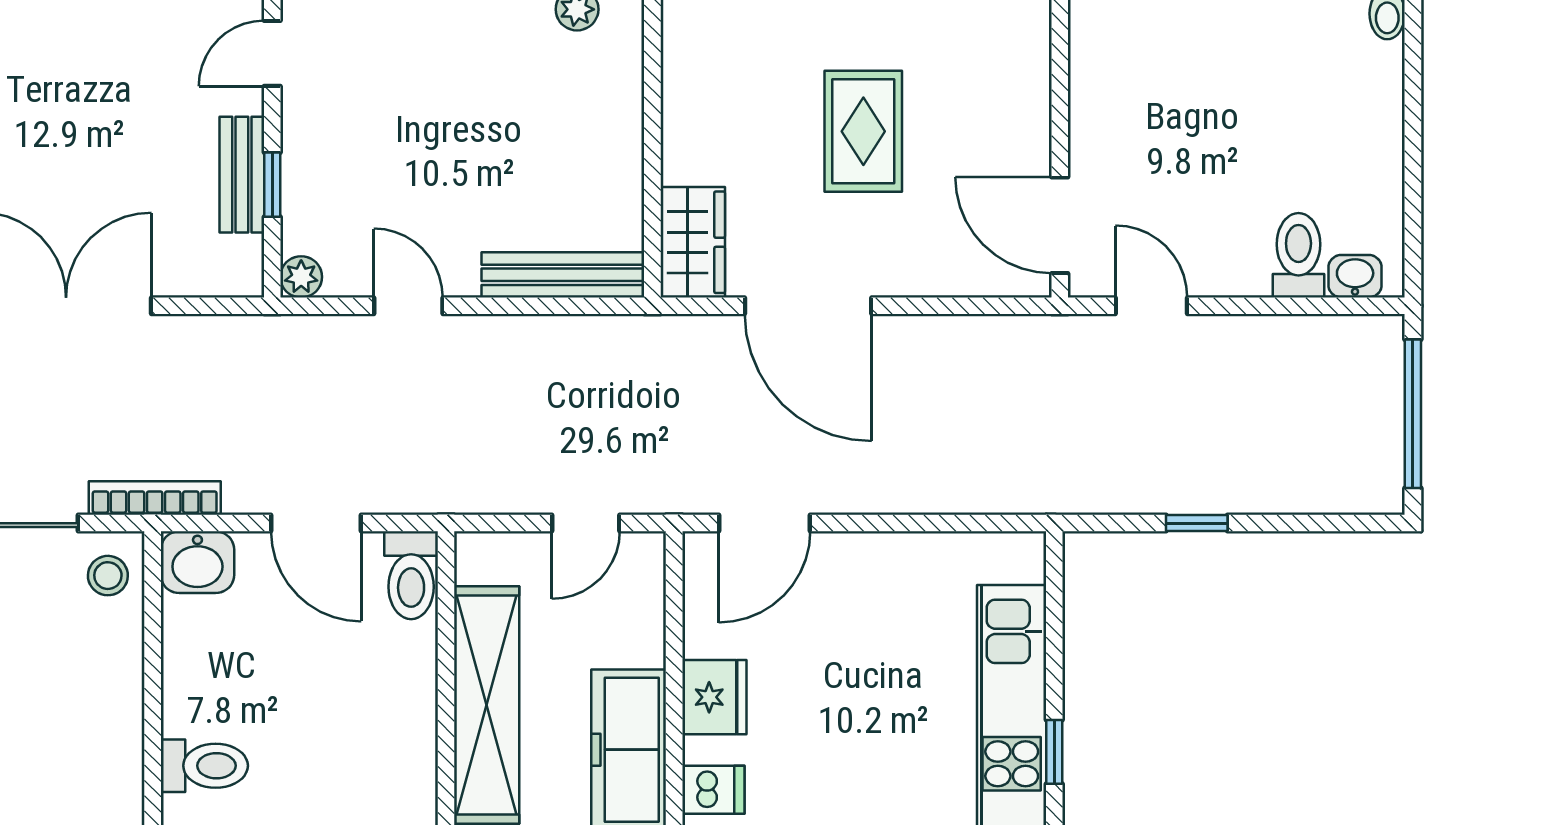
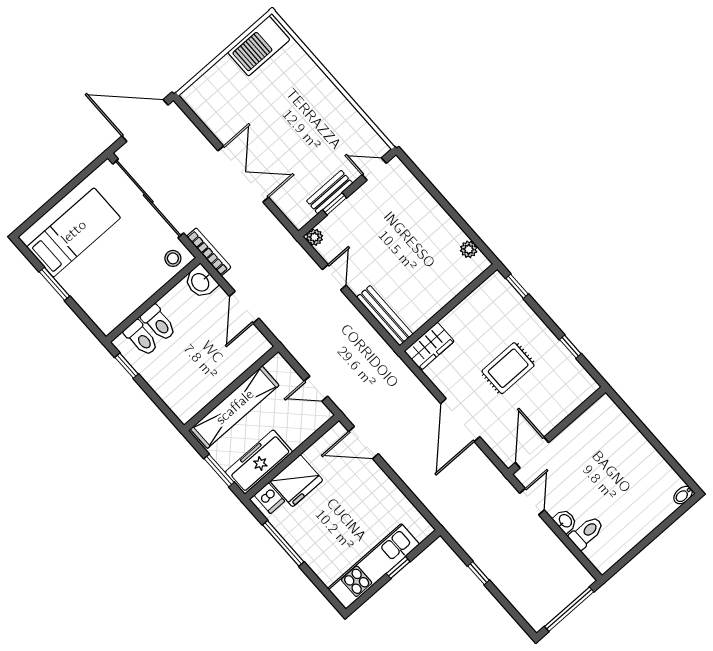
washbasin: (1355, 276) -> (565, 521), moved
door: (808, 306) -> (460, 420), moved
toilet: (411, 575) -> (159, 323), moved, turned -90
fridge: (714, 697) -> (296, 481), width x1.36, depth x1.34
window: (1054, 752) -> (398, 568), moved

